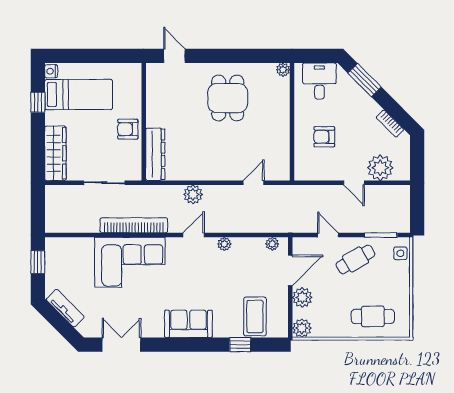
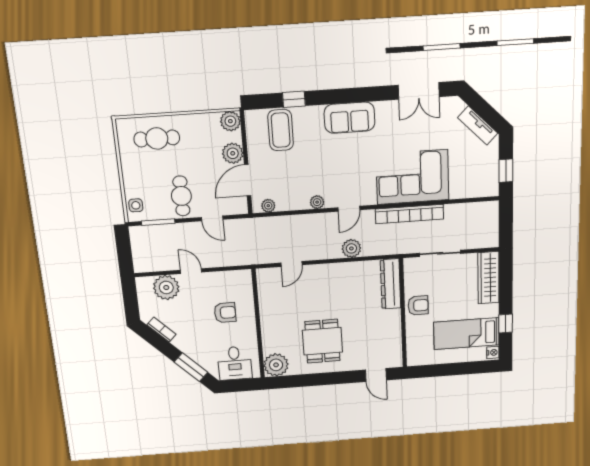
plant: (283, 70) -> (276, 365), width x1.87, depth x1.87
cafe table: (355, 259) -> (181, 196), turned -60

